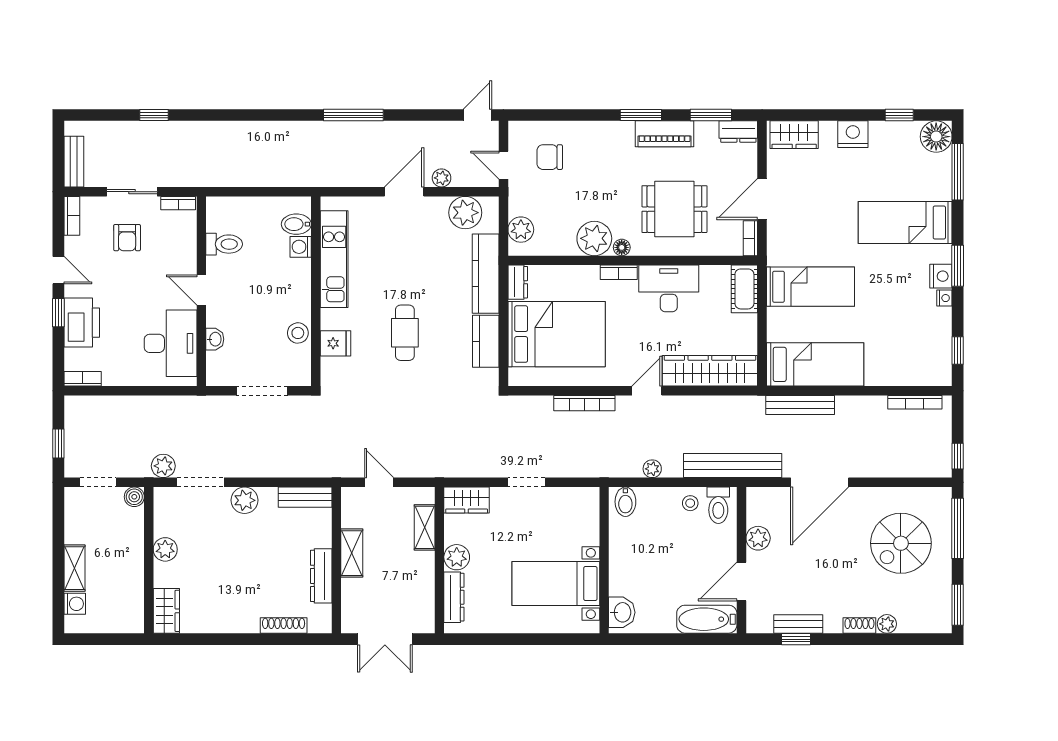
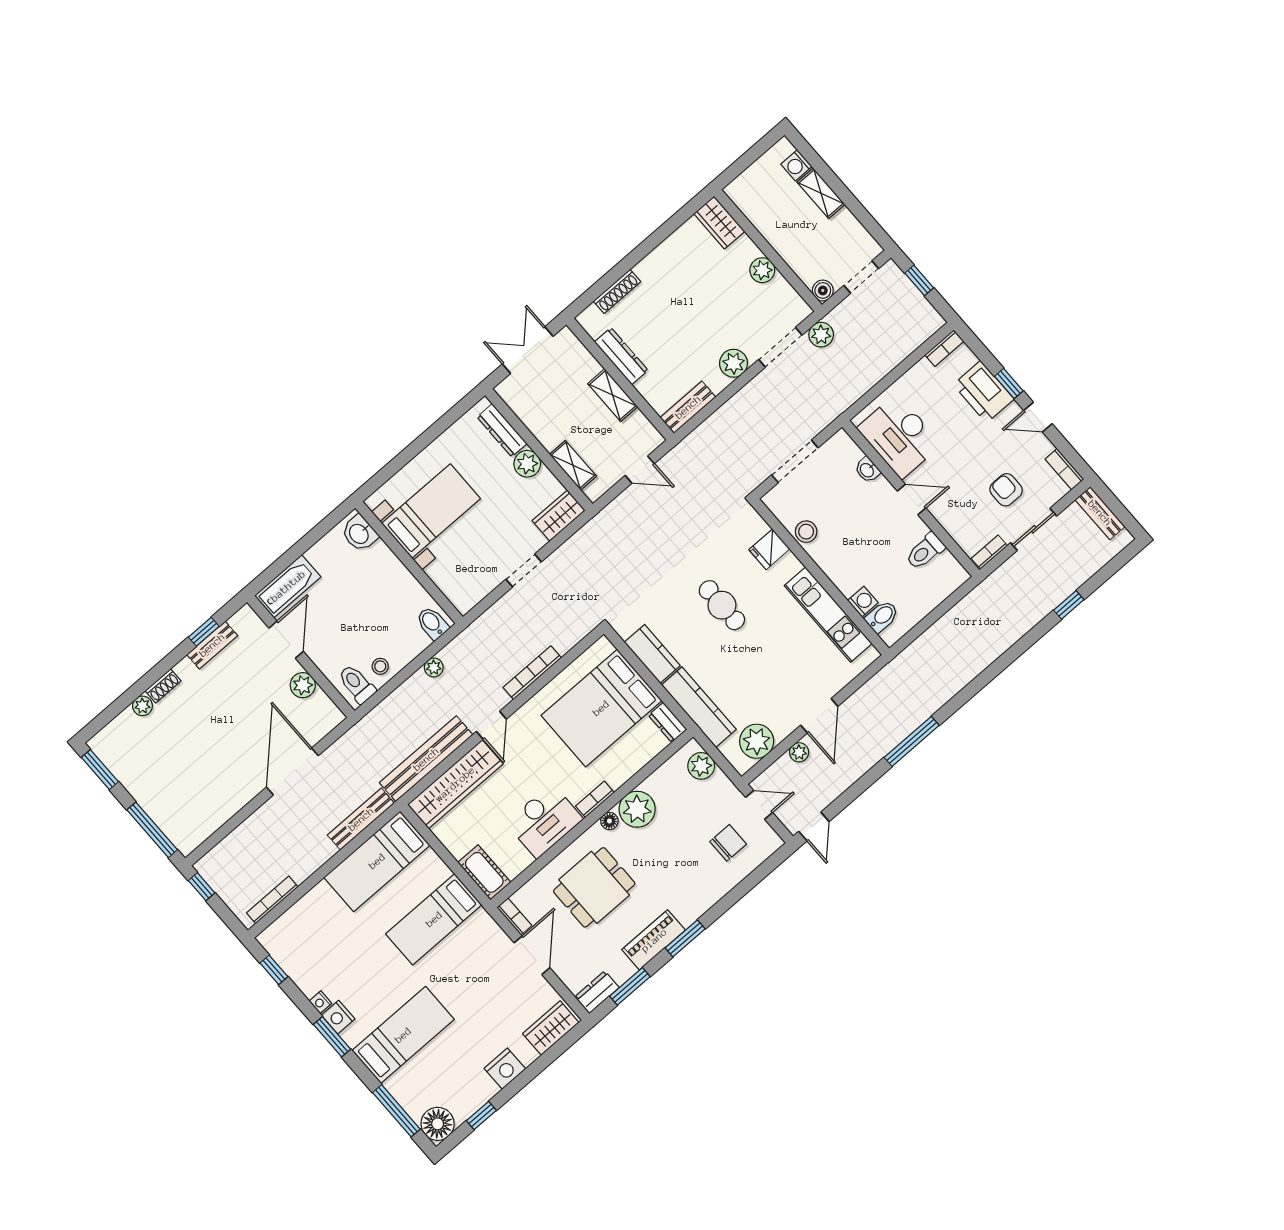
bench: (733, 466) -> (426, 759), moved
spiral stairs: (901, 543) -> (187, 779), removed

